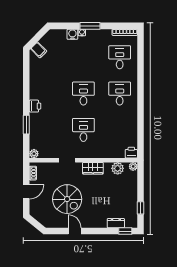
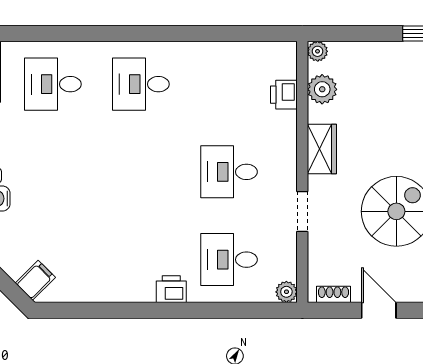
desk: (83, 94) -> (229, 260), moved
window: (26, 125) -> (216, 310), removed
printer: (131, 153) -> (284, 95), moved

